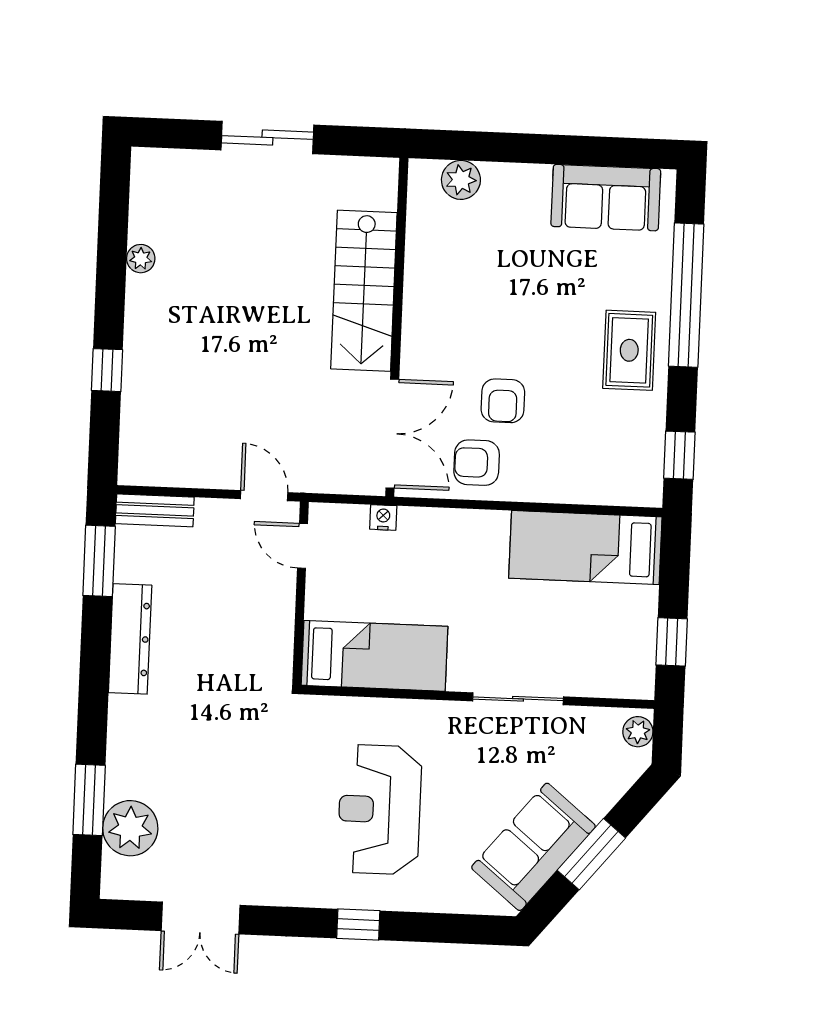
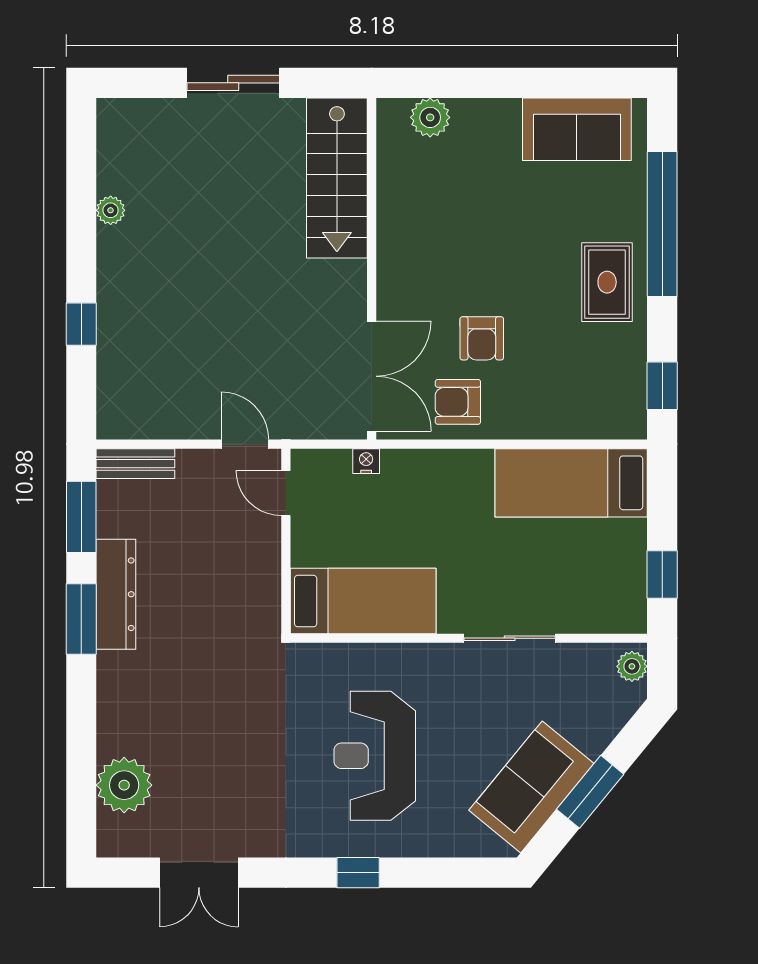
stairs: (364, 291) -> (337, 178), moved
window: (89, 800) -> (81, 619), moved

